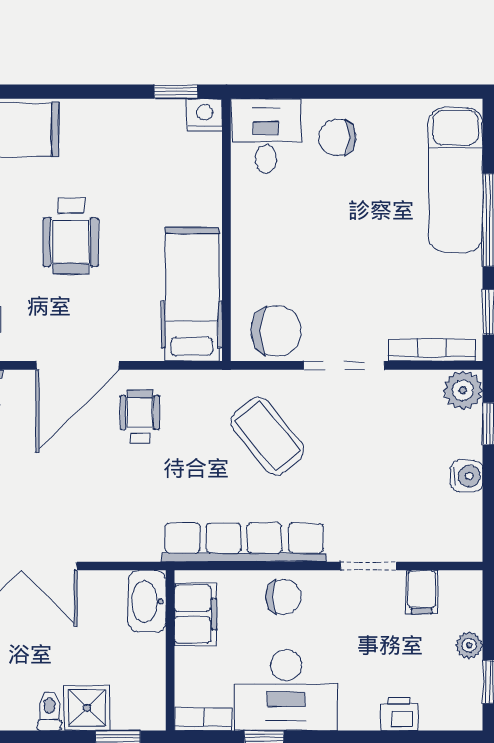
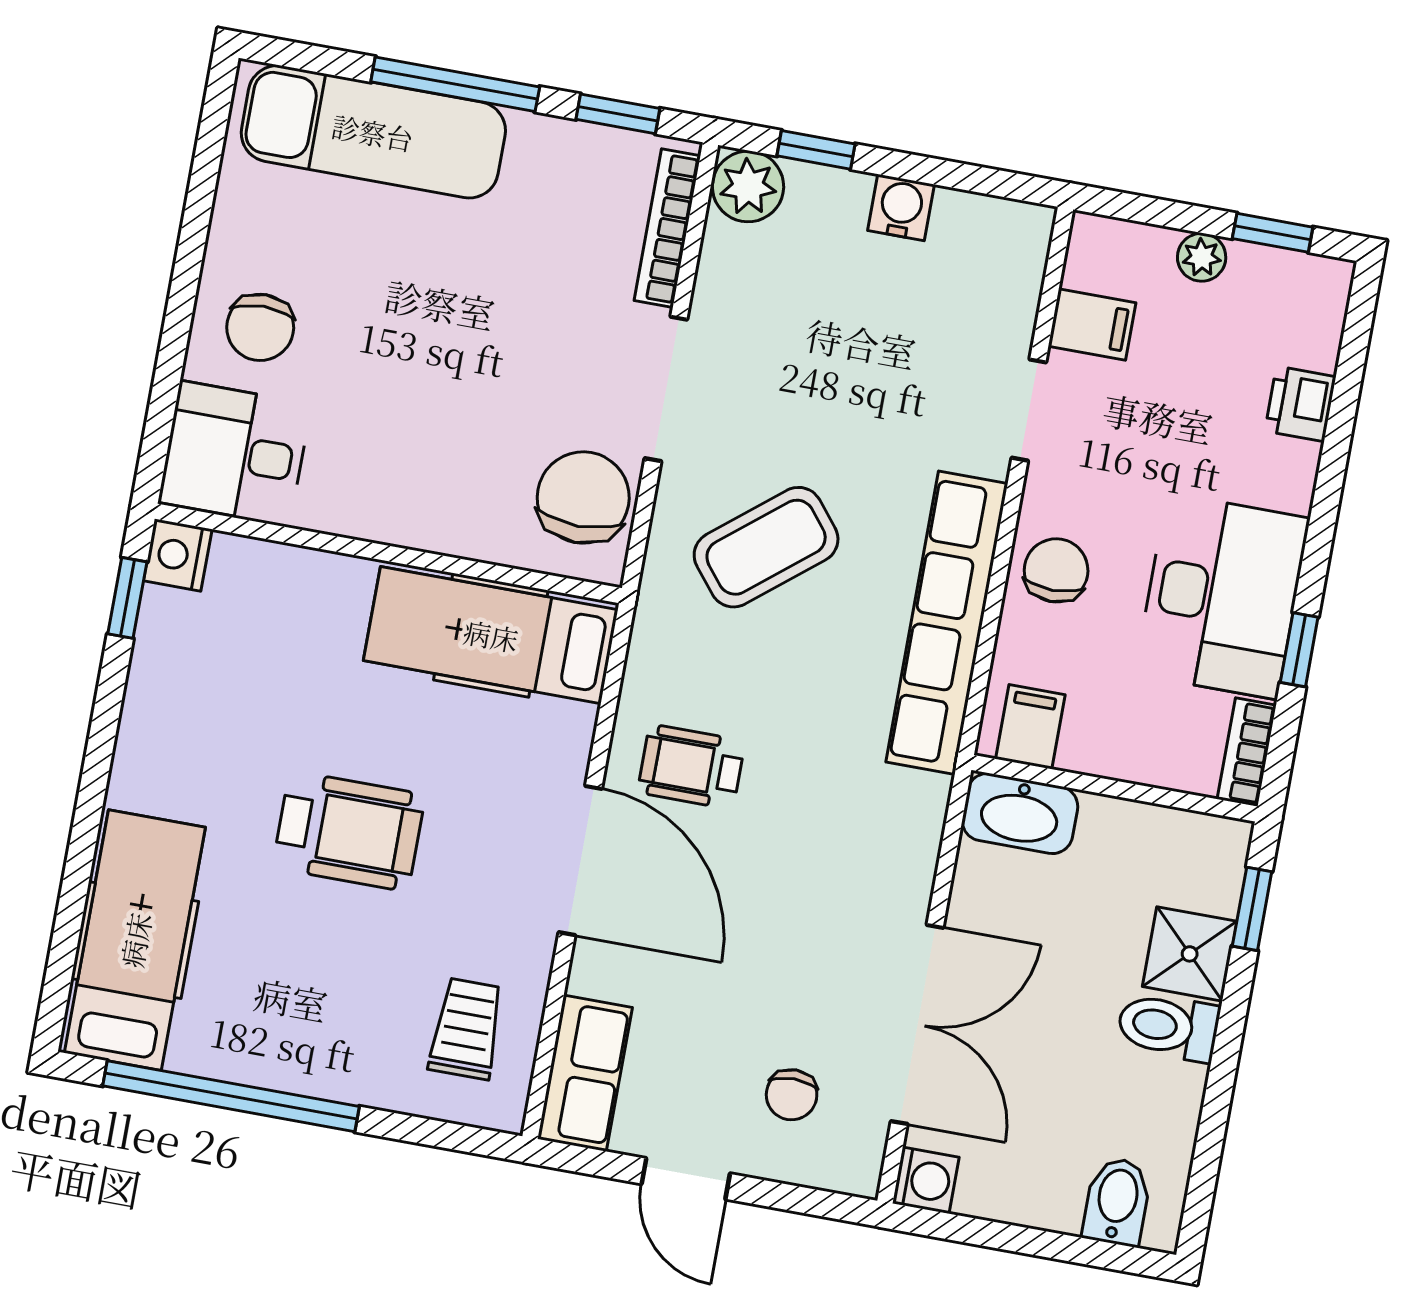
filing cabinet: (195, 614) -> (1030, 727), width x0.50
toilet: (50, 711) -> (1168, 1027), width x1.37, depth x1.39

